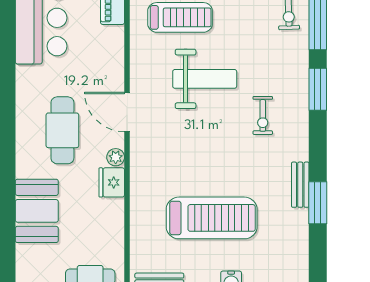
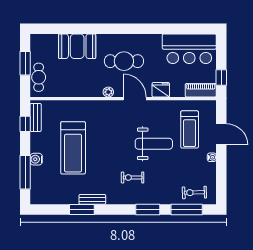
weight bench: (205, 79) -> (154, 144), turned -90
door: (127, 112) -> (135, 99), hinge flipped
fridge: (112, 182) -> (161, 90), moved

